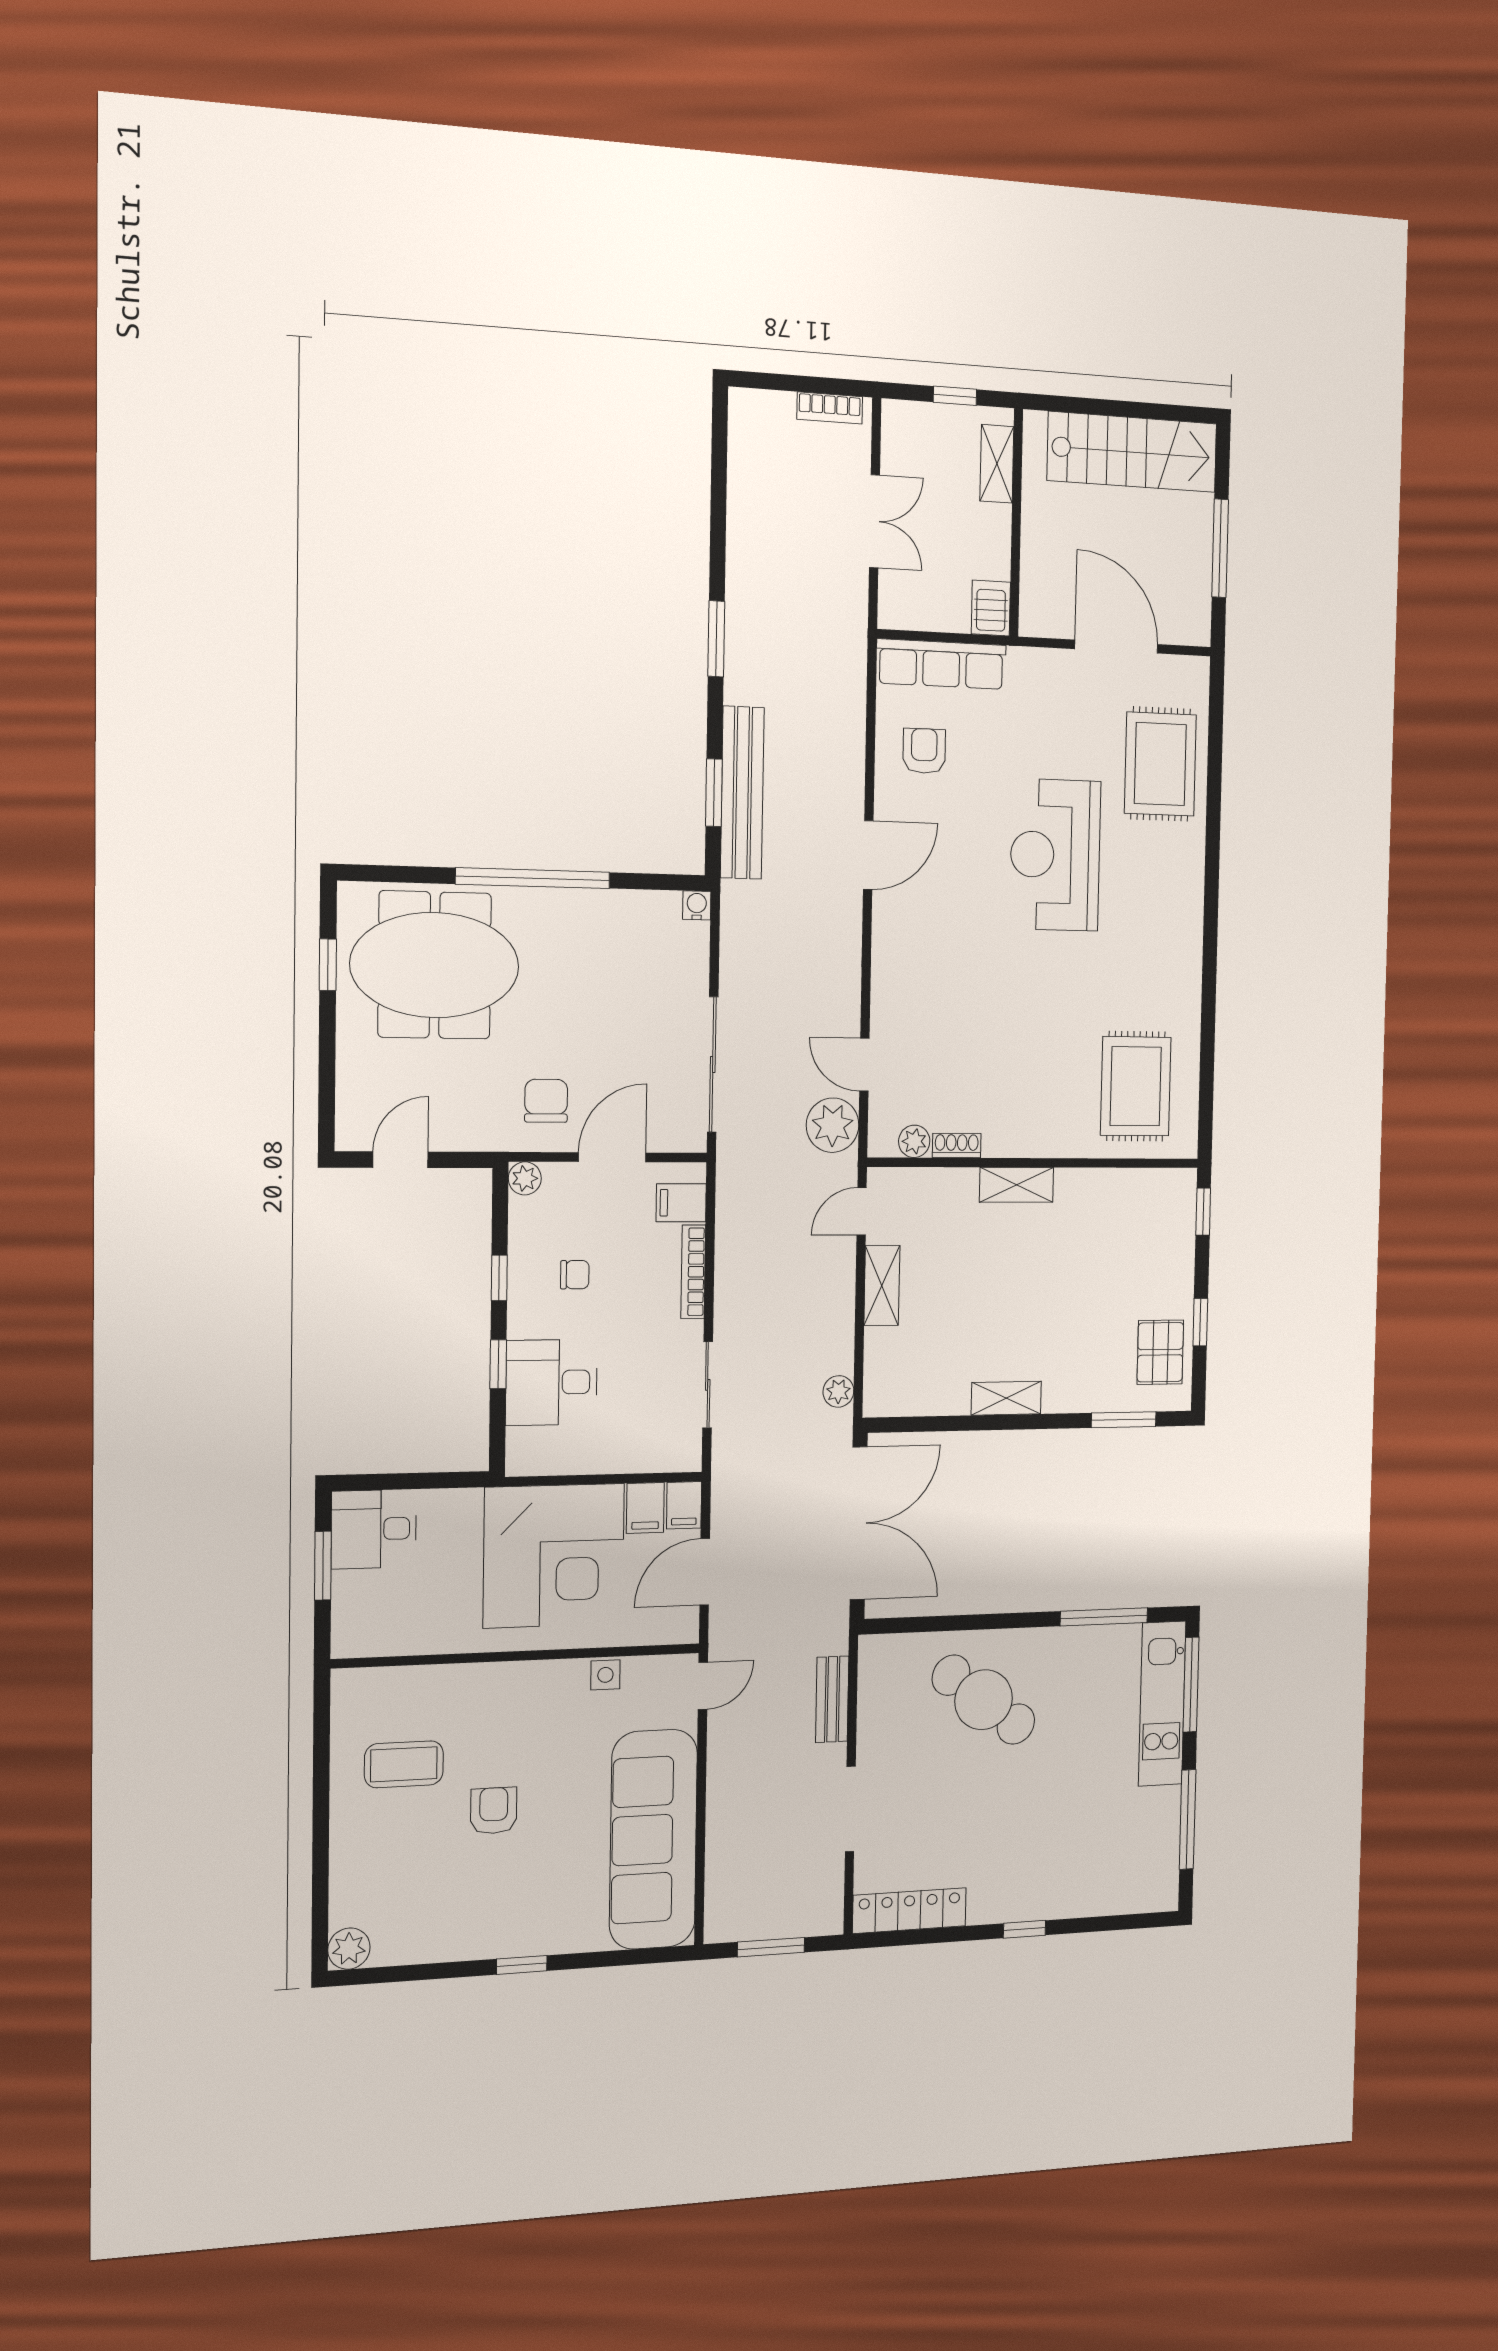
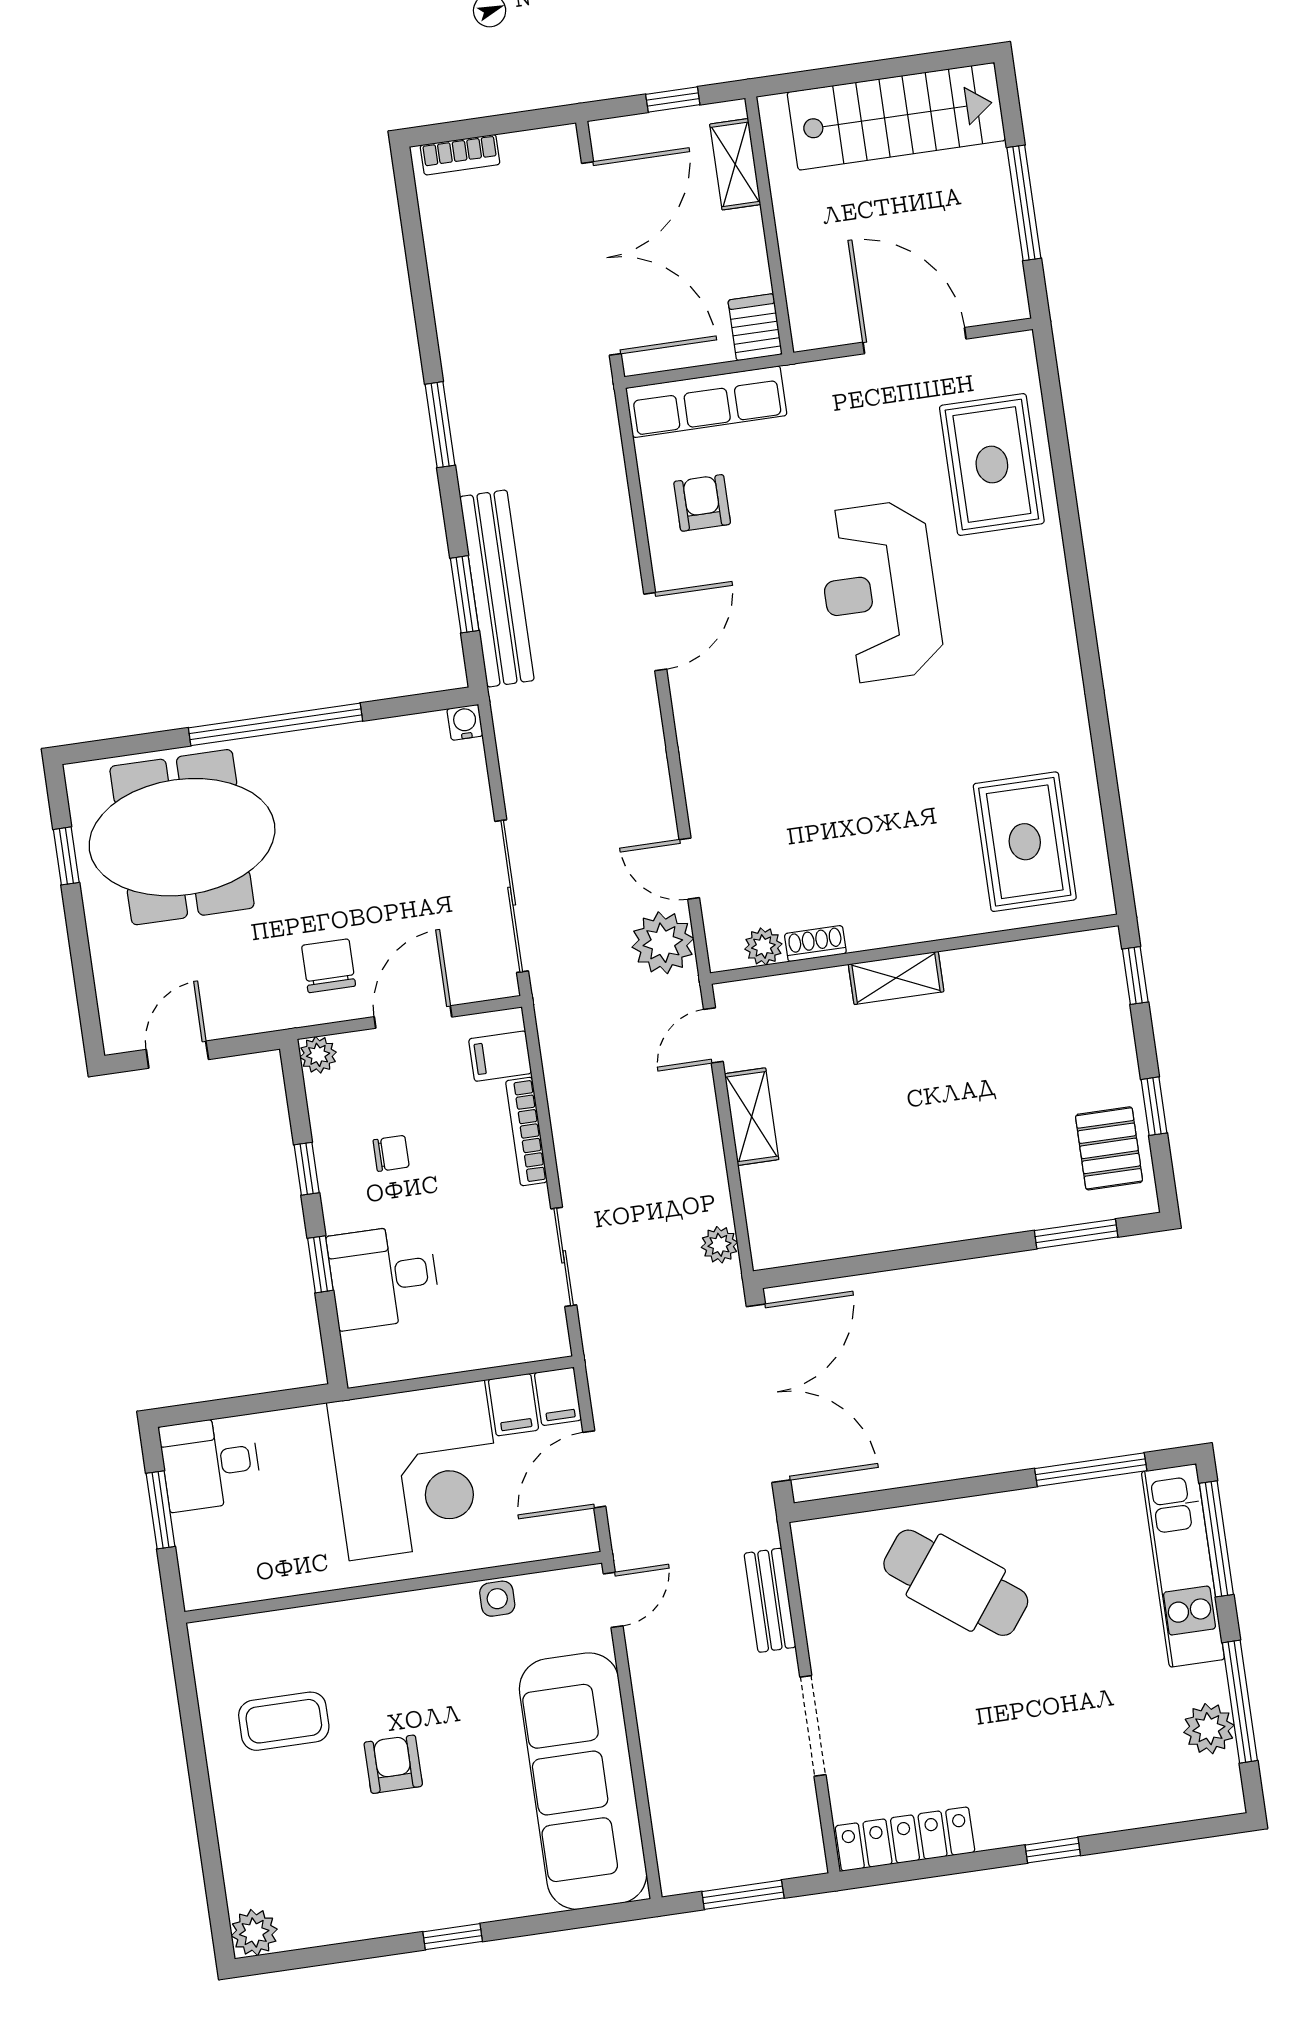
bookcase: (830, 408) -> (460, 155), moved
double door: (875, 521) -> (601, 258), width x1.87
shelving: (1006, 1398) -> (925, 1227), removed
plant: (1161, 1839) -> (1209, 1729), added

